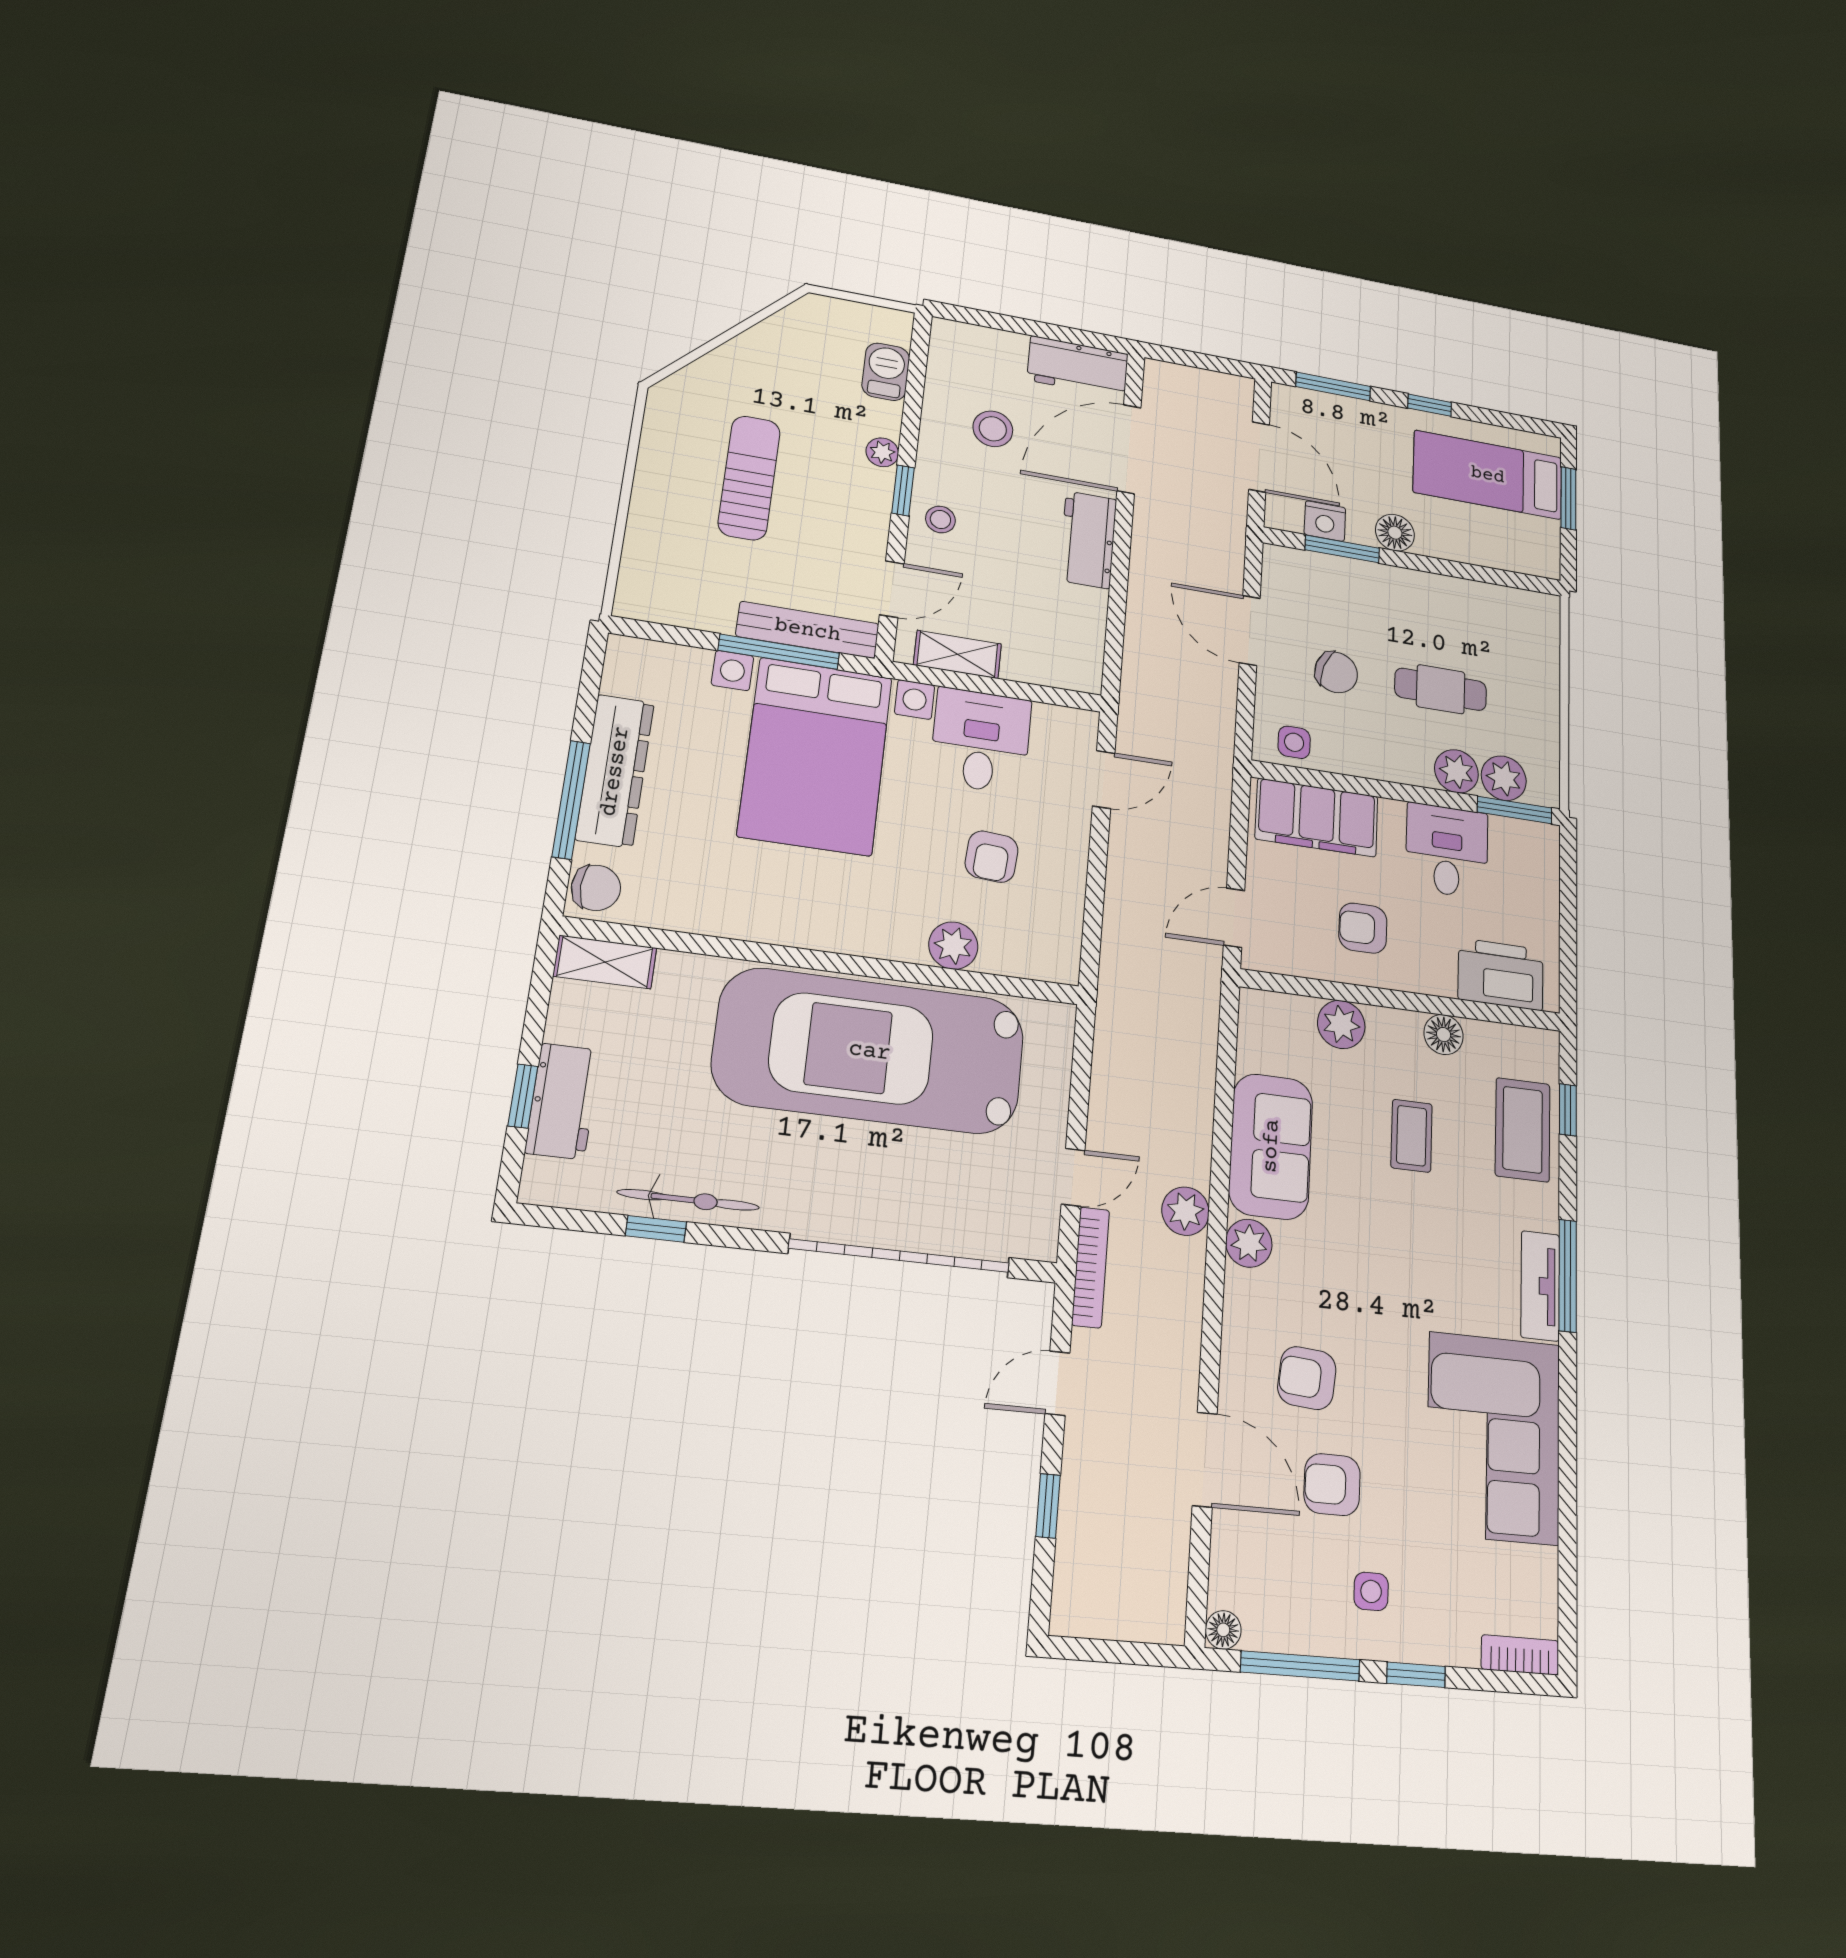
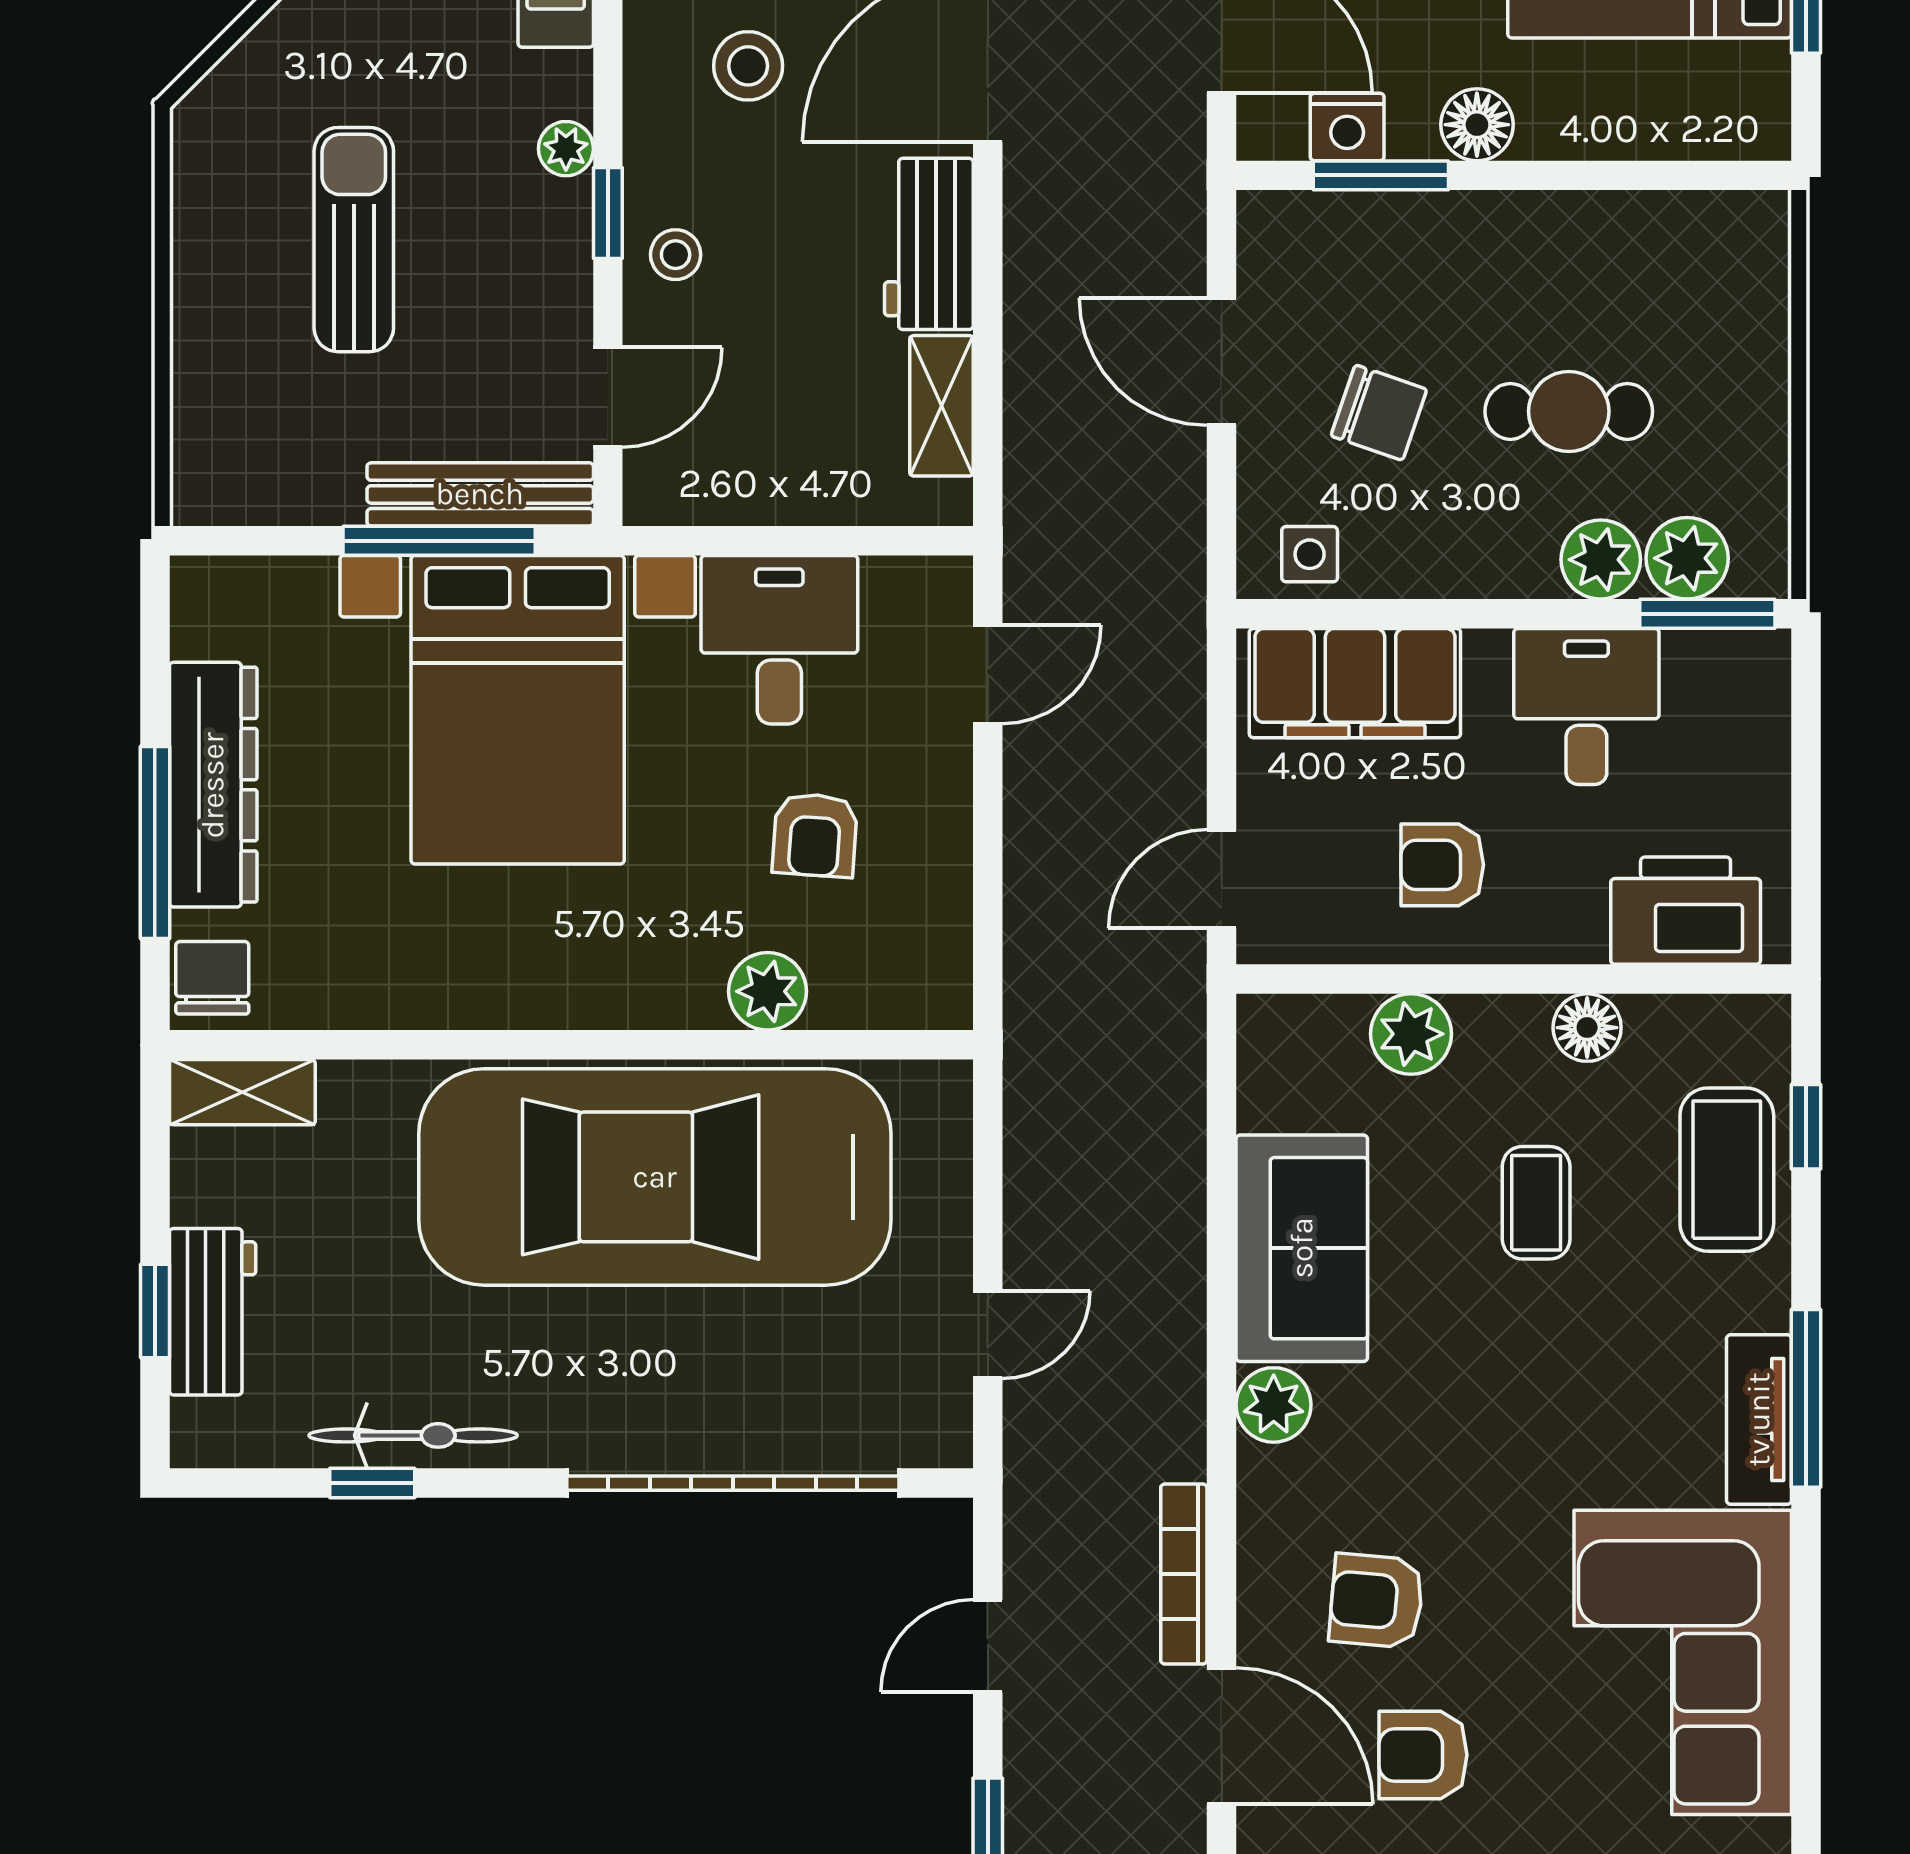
shelving: (957, 654) -> (941, 406), moved, turned 90
chair: (596, 888) -> (212, 978), turned -90
plant: (1185, 1211) -> (1169, 1367), removed
bookcase: (1091, 1267) -> (1184, 1574), moved, turned 180

